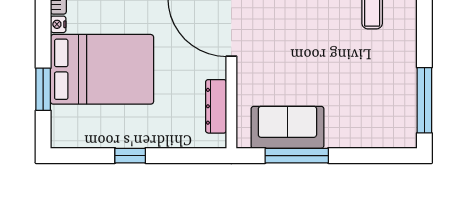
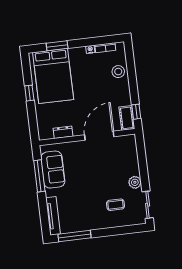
bed: (102, 69) -> (53, 76), moved
dresser: (216, 106) -> (63, 132), width x0.70
tv unit: (379, 138) -> (53, 216), added

